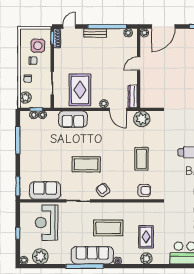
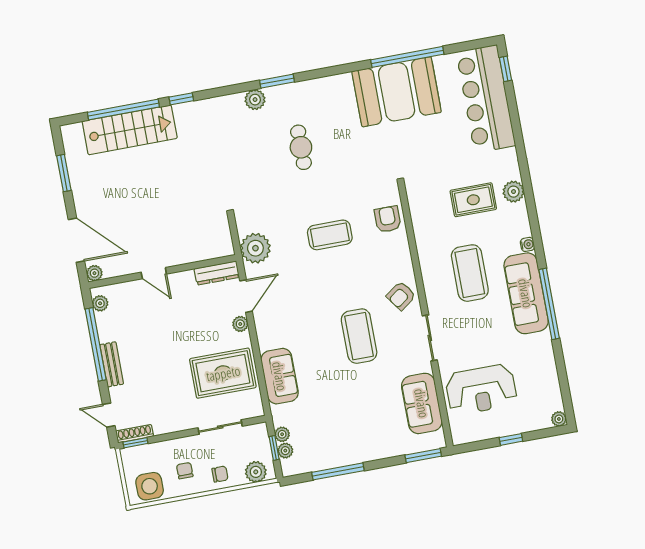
side table: (38, 46) -> (150, 486), moved
plant: (40, 256) -> (546, 389), removed

